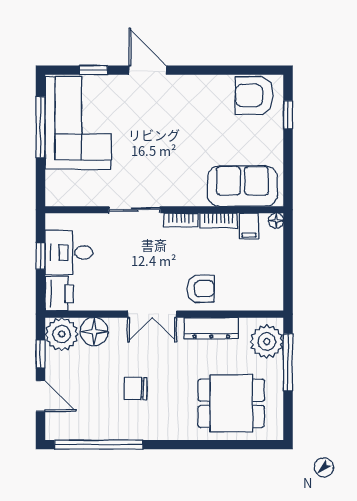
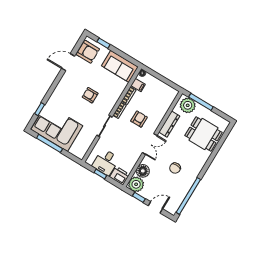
door: (148, 70) -> (68, 62), moved
armchair: (254, 95) -> (88, 52), turned -90
armchair: (176, 148) -> (90, 95), added
sofa: (242, 186) -> (120, 66), moved, turned -90
armchair: (201, 289) -> (139, 119), moved
dining table: (231, 403) -> (204, 134), turned 90

